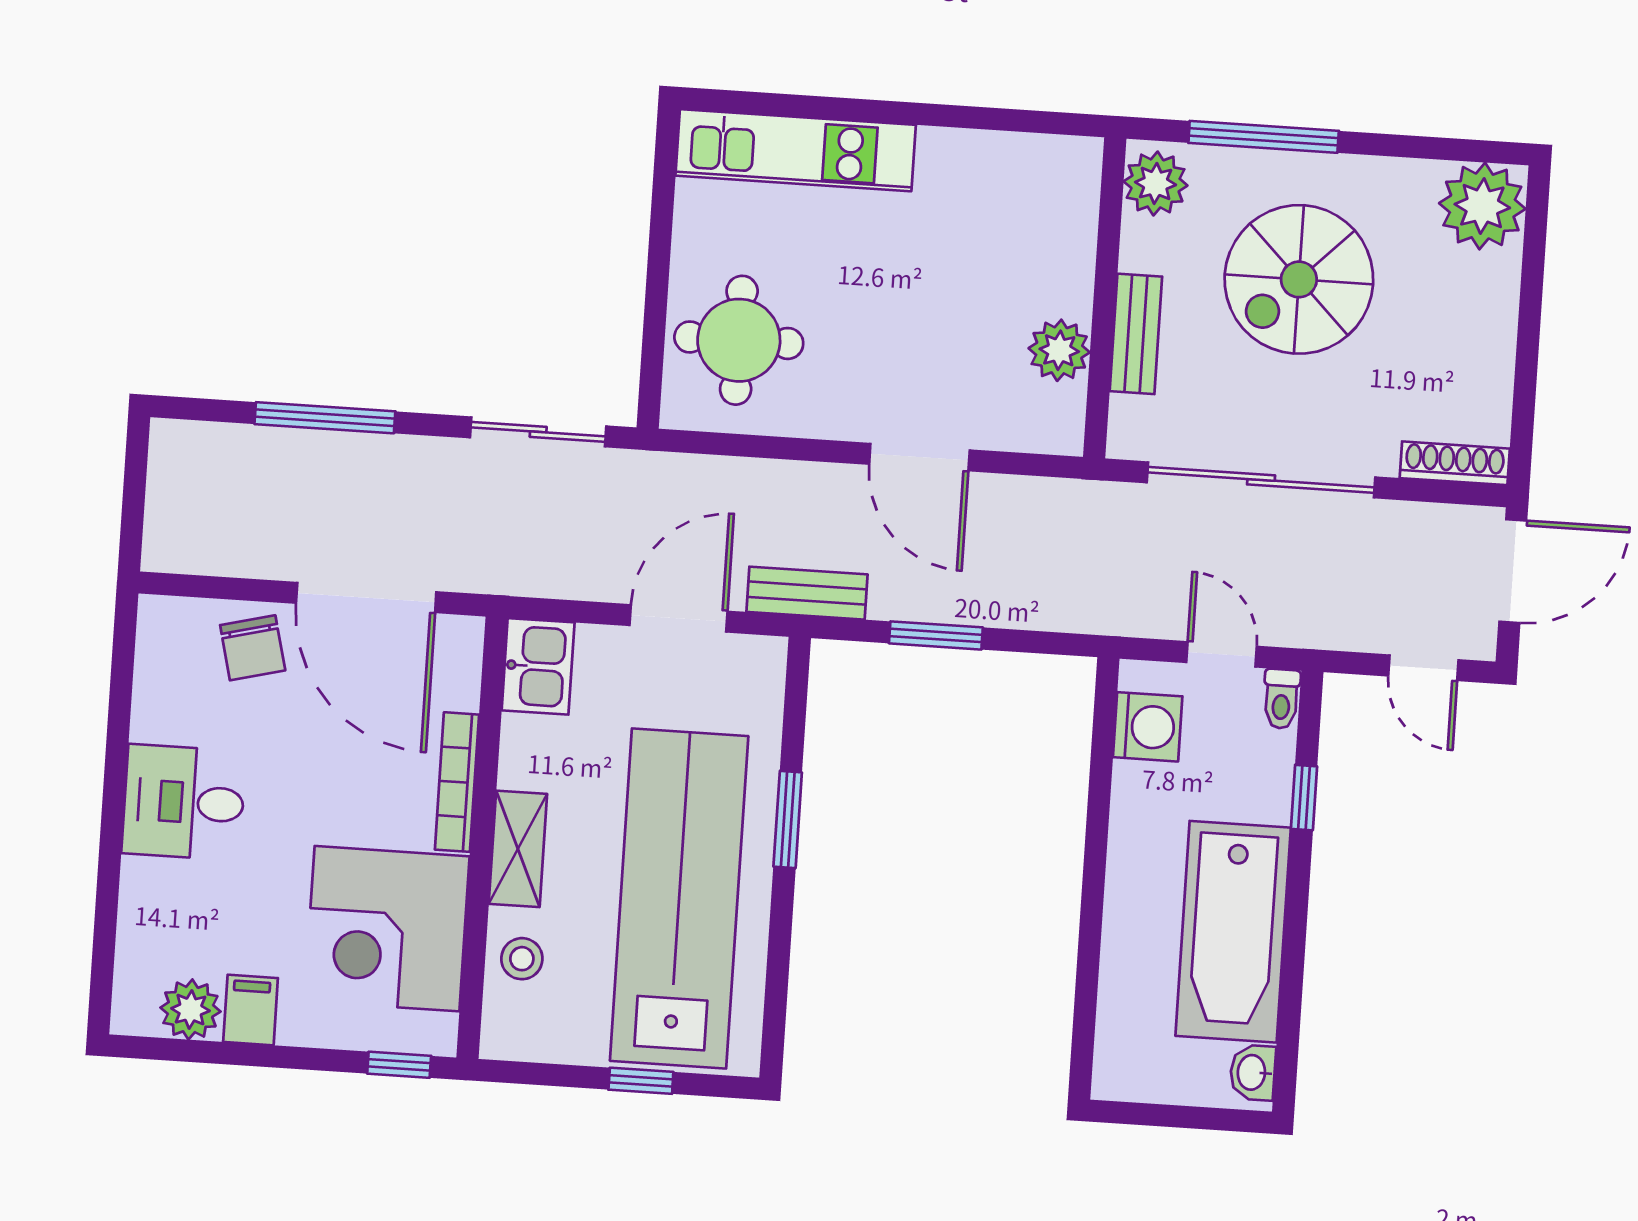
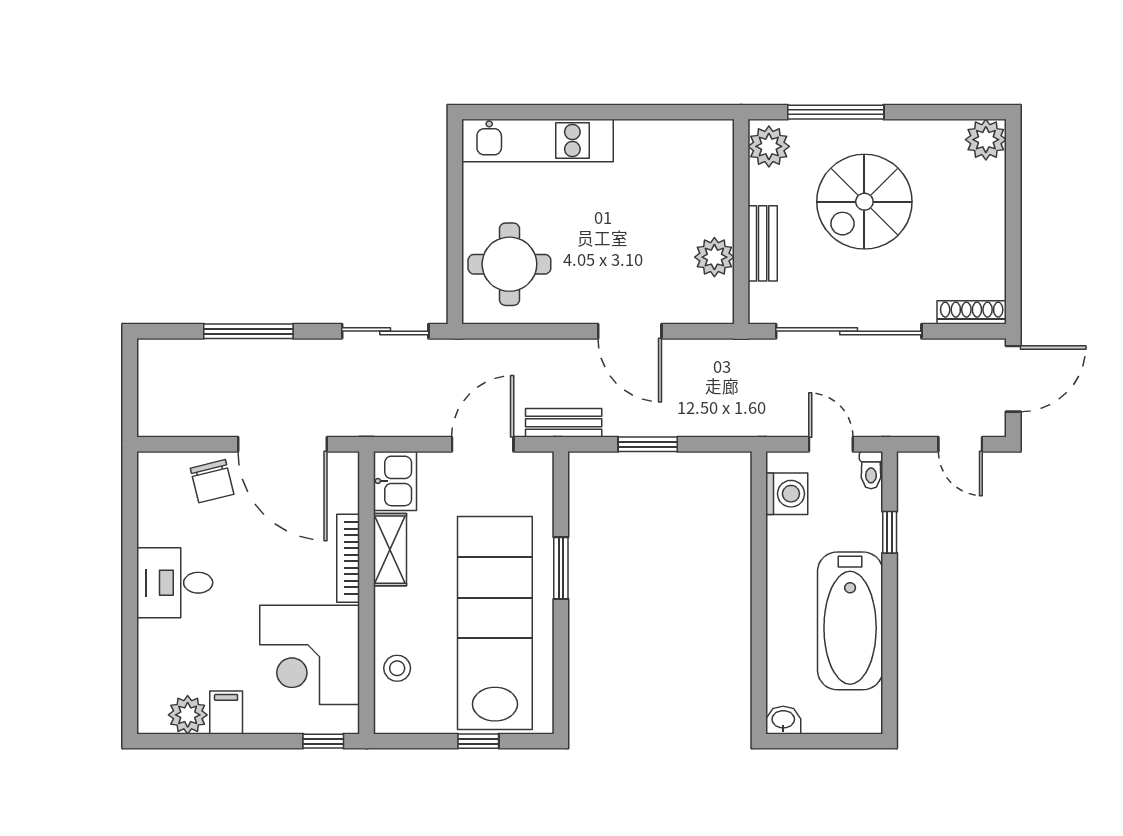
plant: (1482, 206) -> (986, 140), width x0.73, depth x0.73
shelving: (518, 849) -> (390, 550), moved
washbasin: (1253, 1073) -> (783, 720), moved, turned 90

